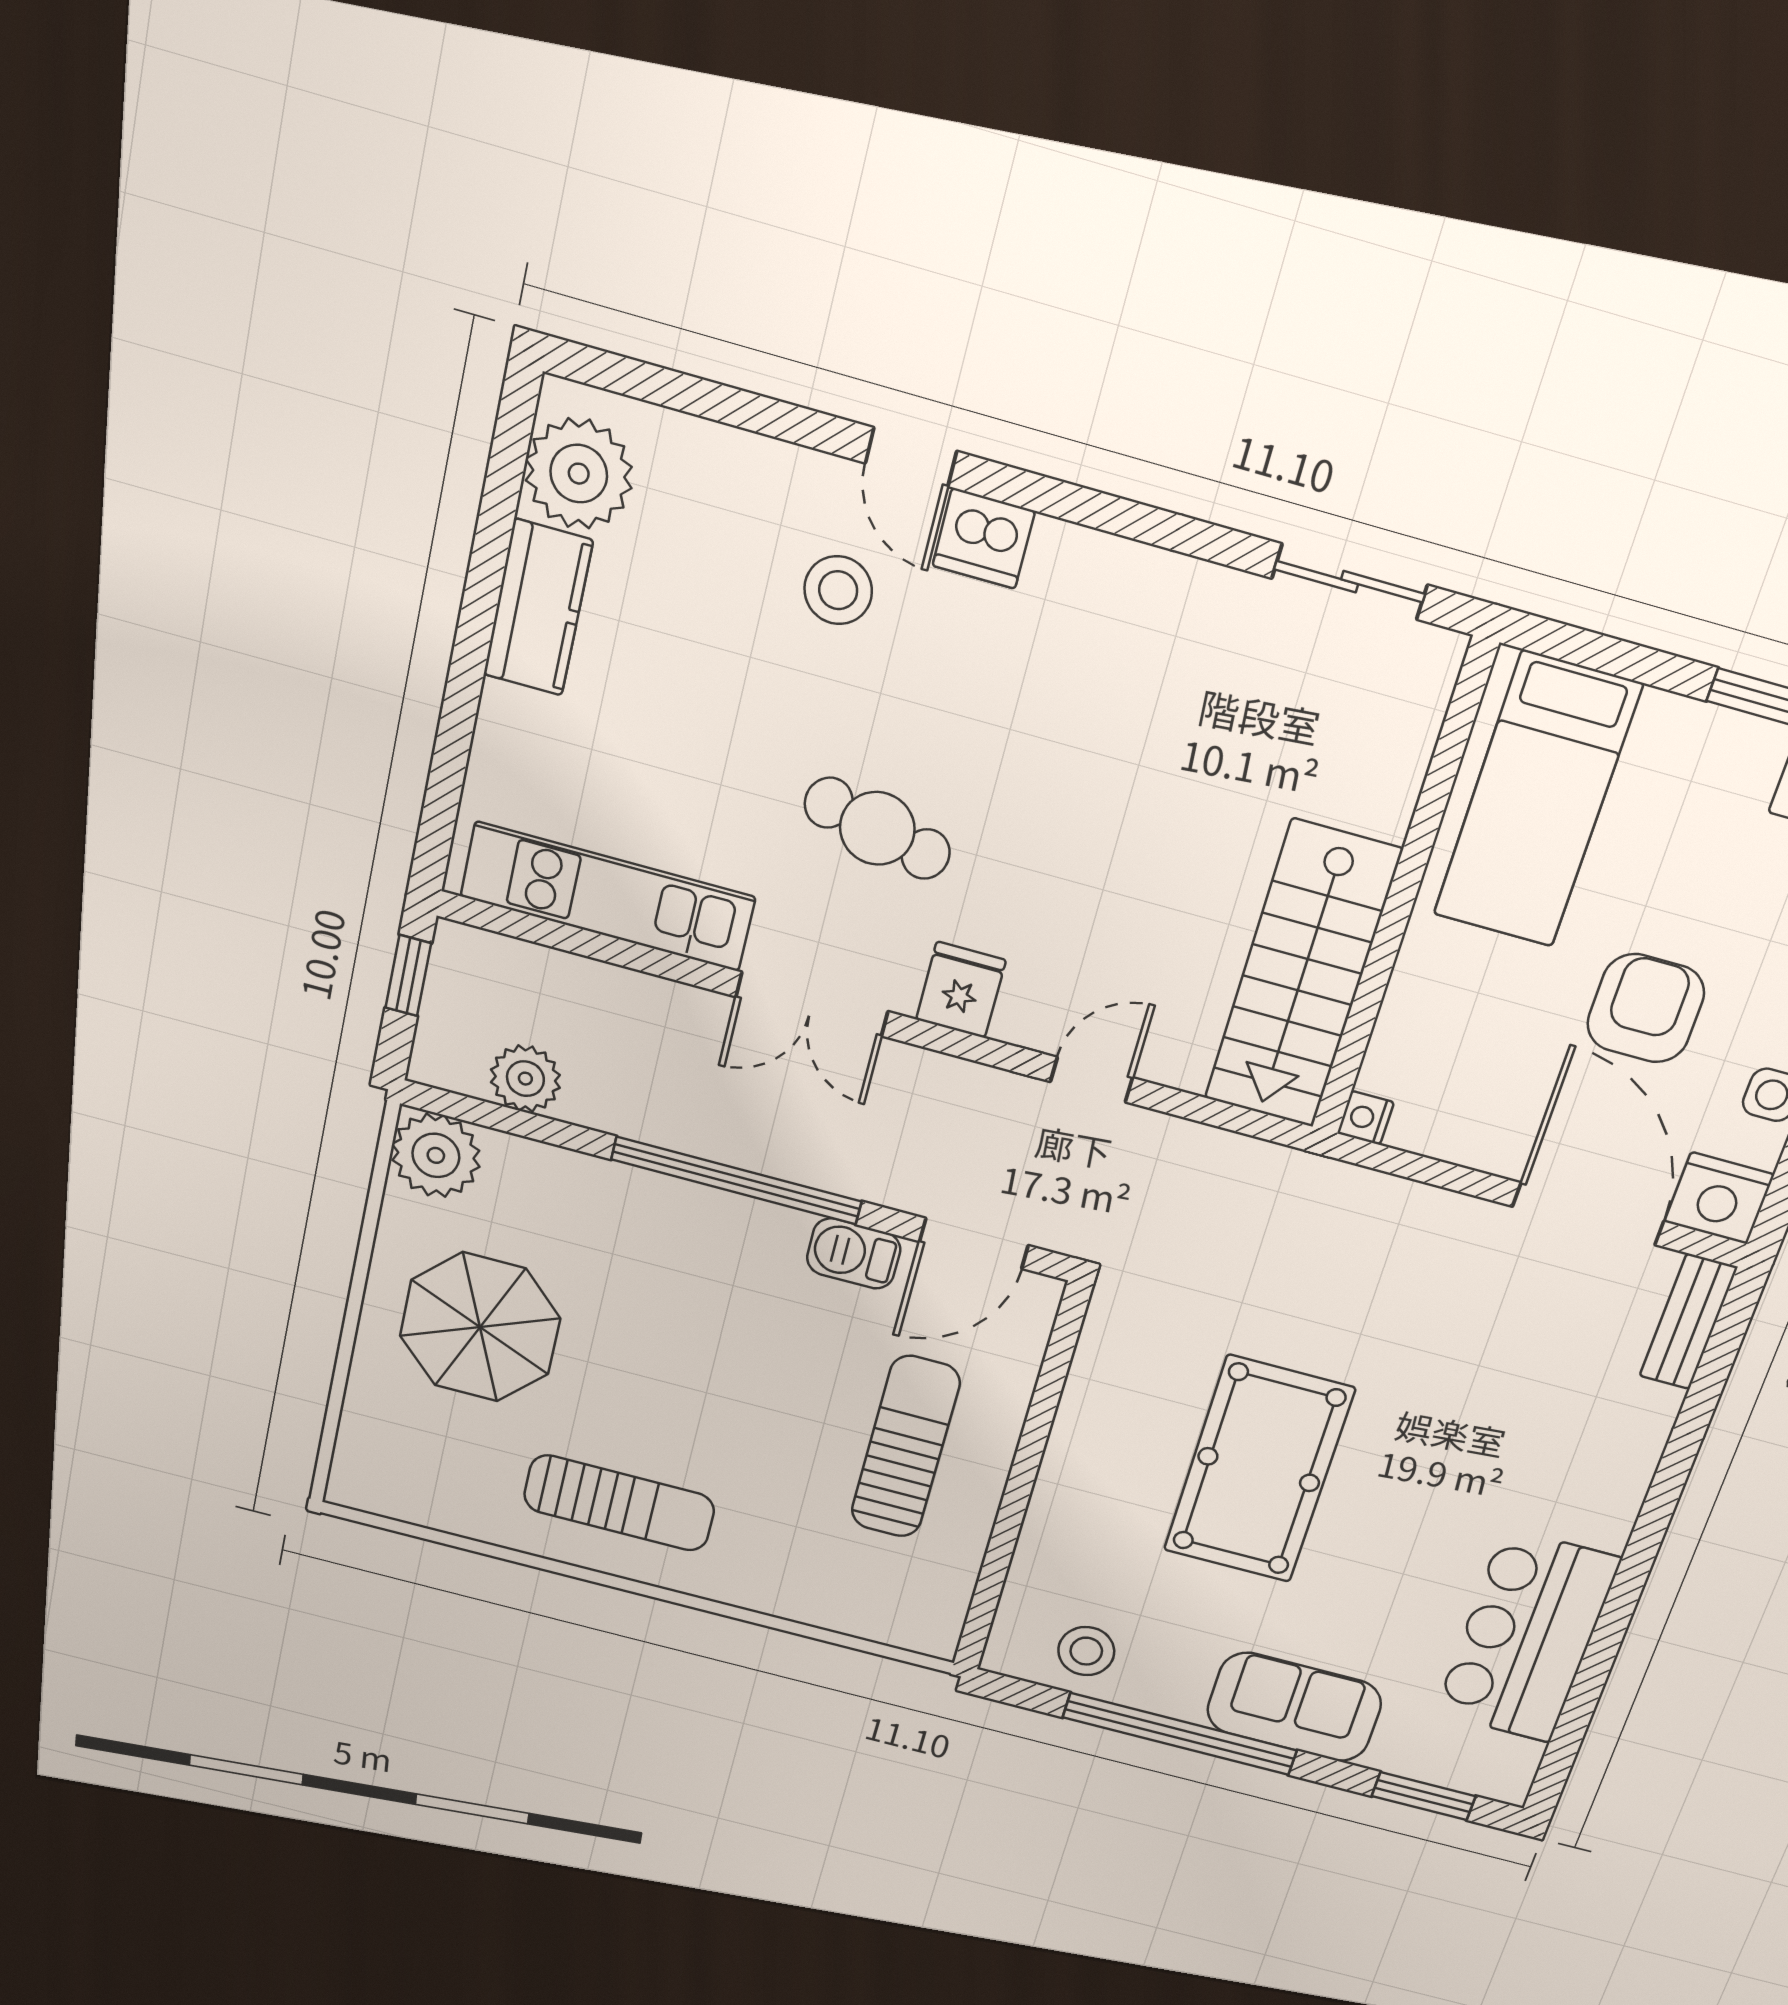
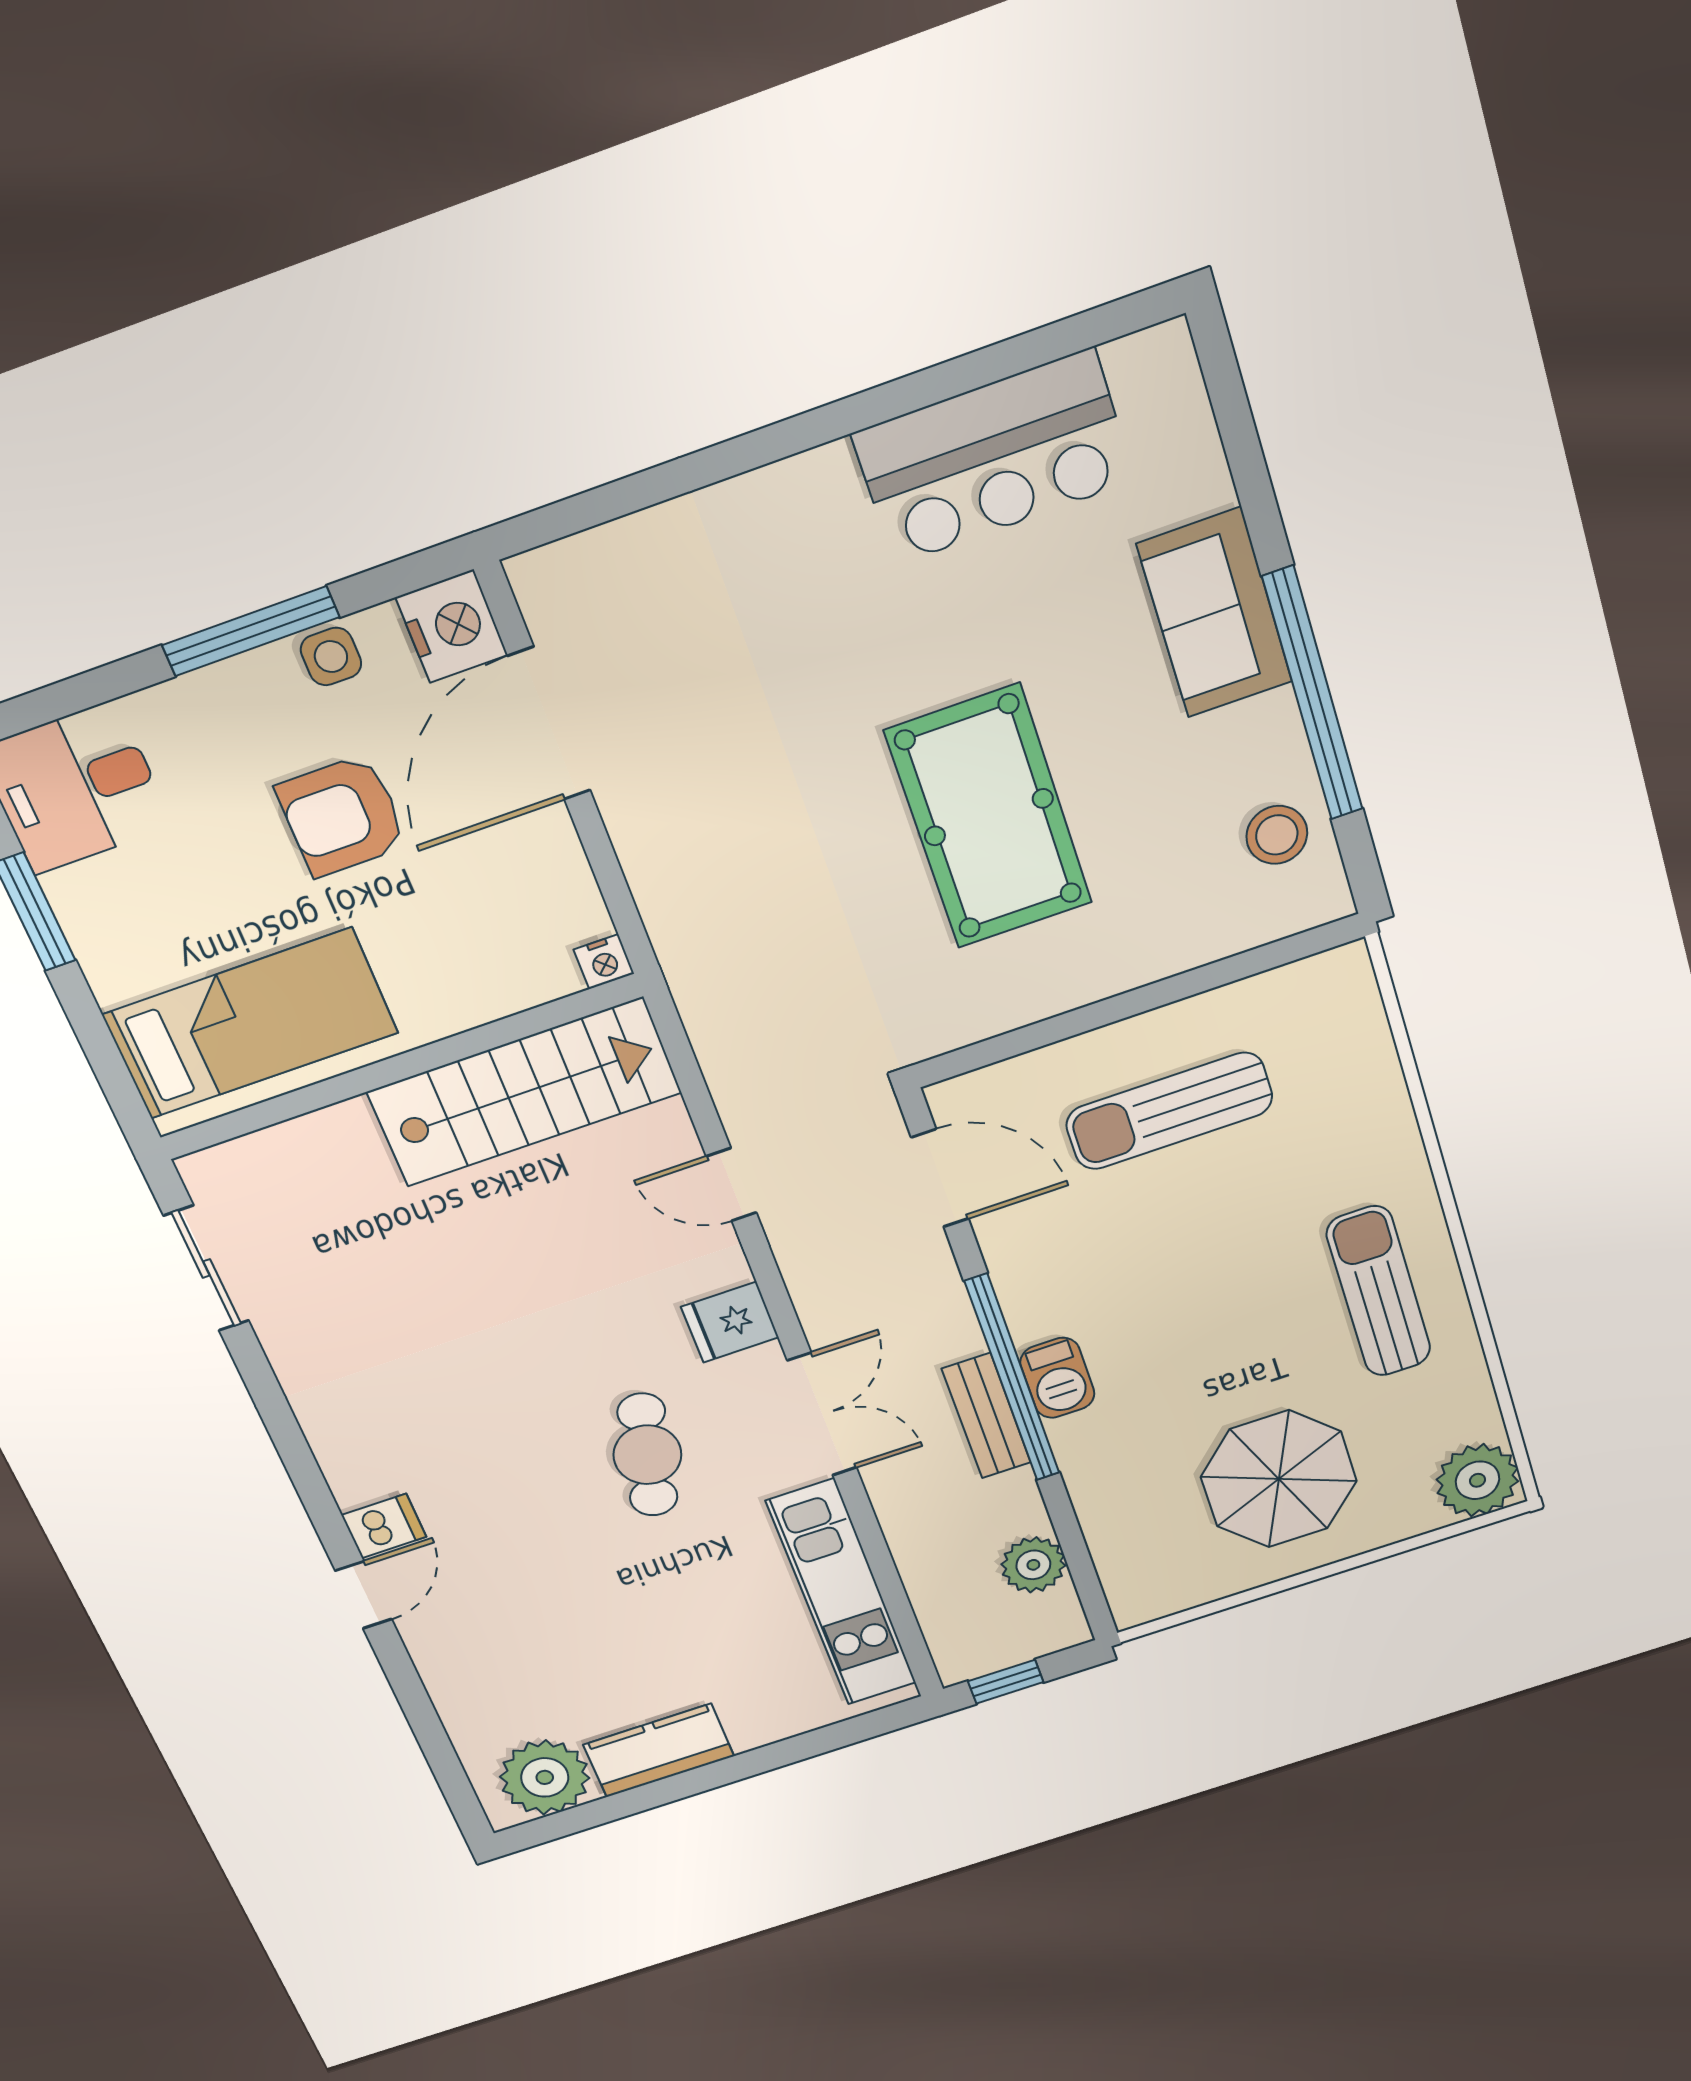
dishwasher: (984, 538) -> (384, 1526), width x0.73
stool: (838, 590) -> (493, 1583), removed
plant: (436, 1155) -> (1477, 1480), moved
barbecue: (854, 1253) -> (1057, 1378), moved
bench: (1688, 1322) -> (986, 1416), moved, turned 90
pool table: (1259, 1470) -> (989, 817), turned 90
window: (1424, 1796) -> (1235, 420), removed

